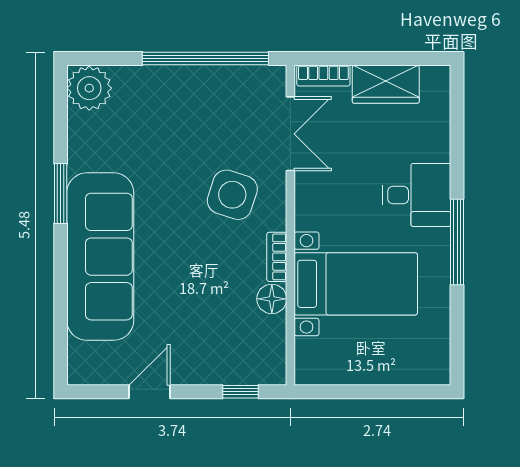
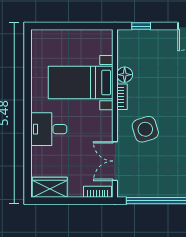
wardrobe: (386, 84) -> (50, 187), moved
side table: (232, 195) -> (145, 129), turned -35
window: (457, 242) -> (28, 104), removed

